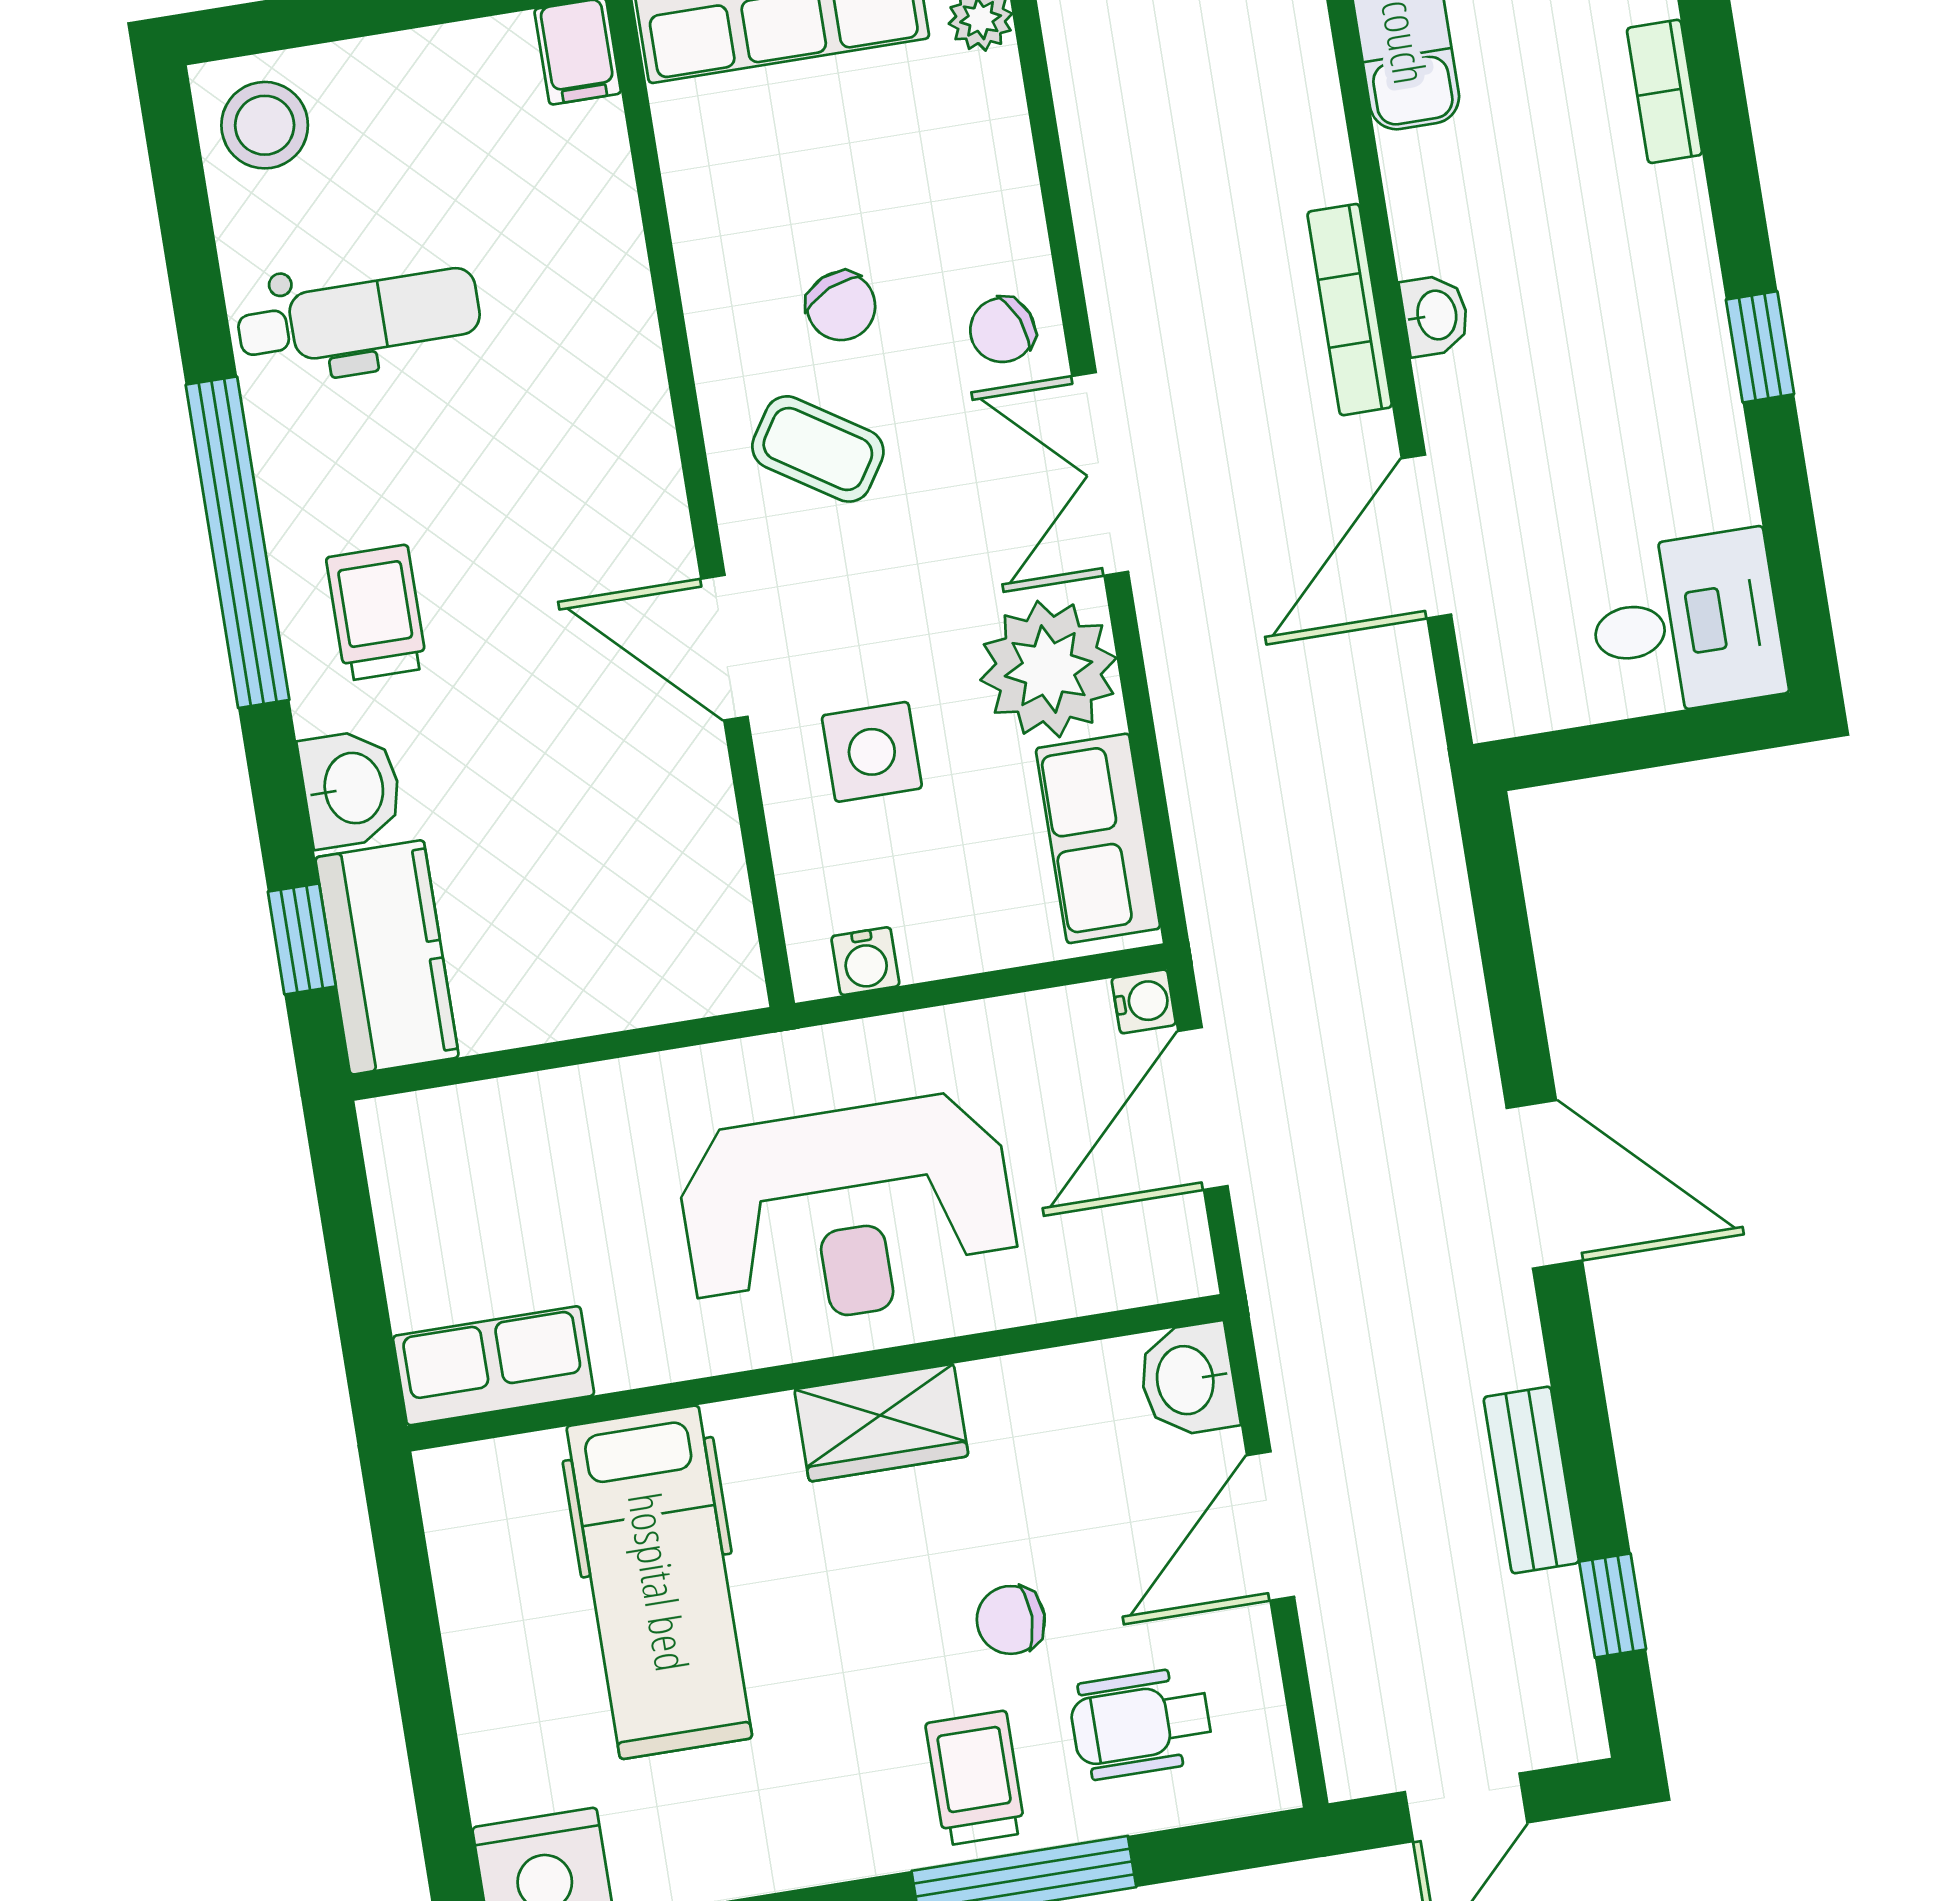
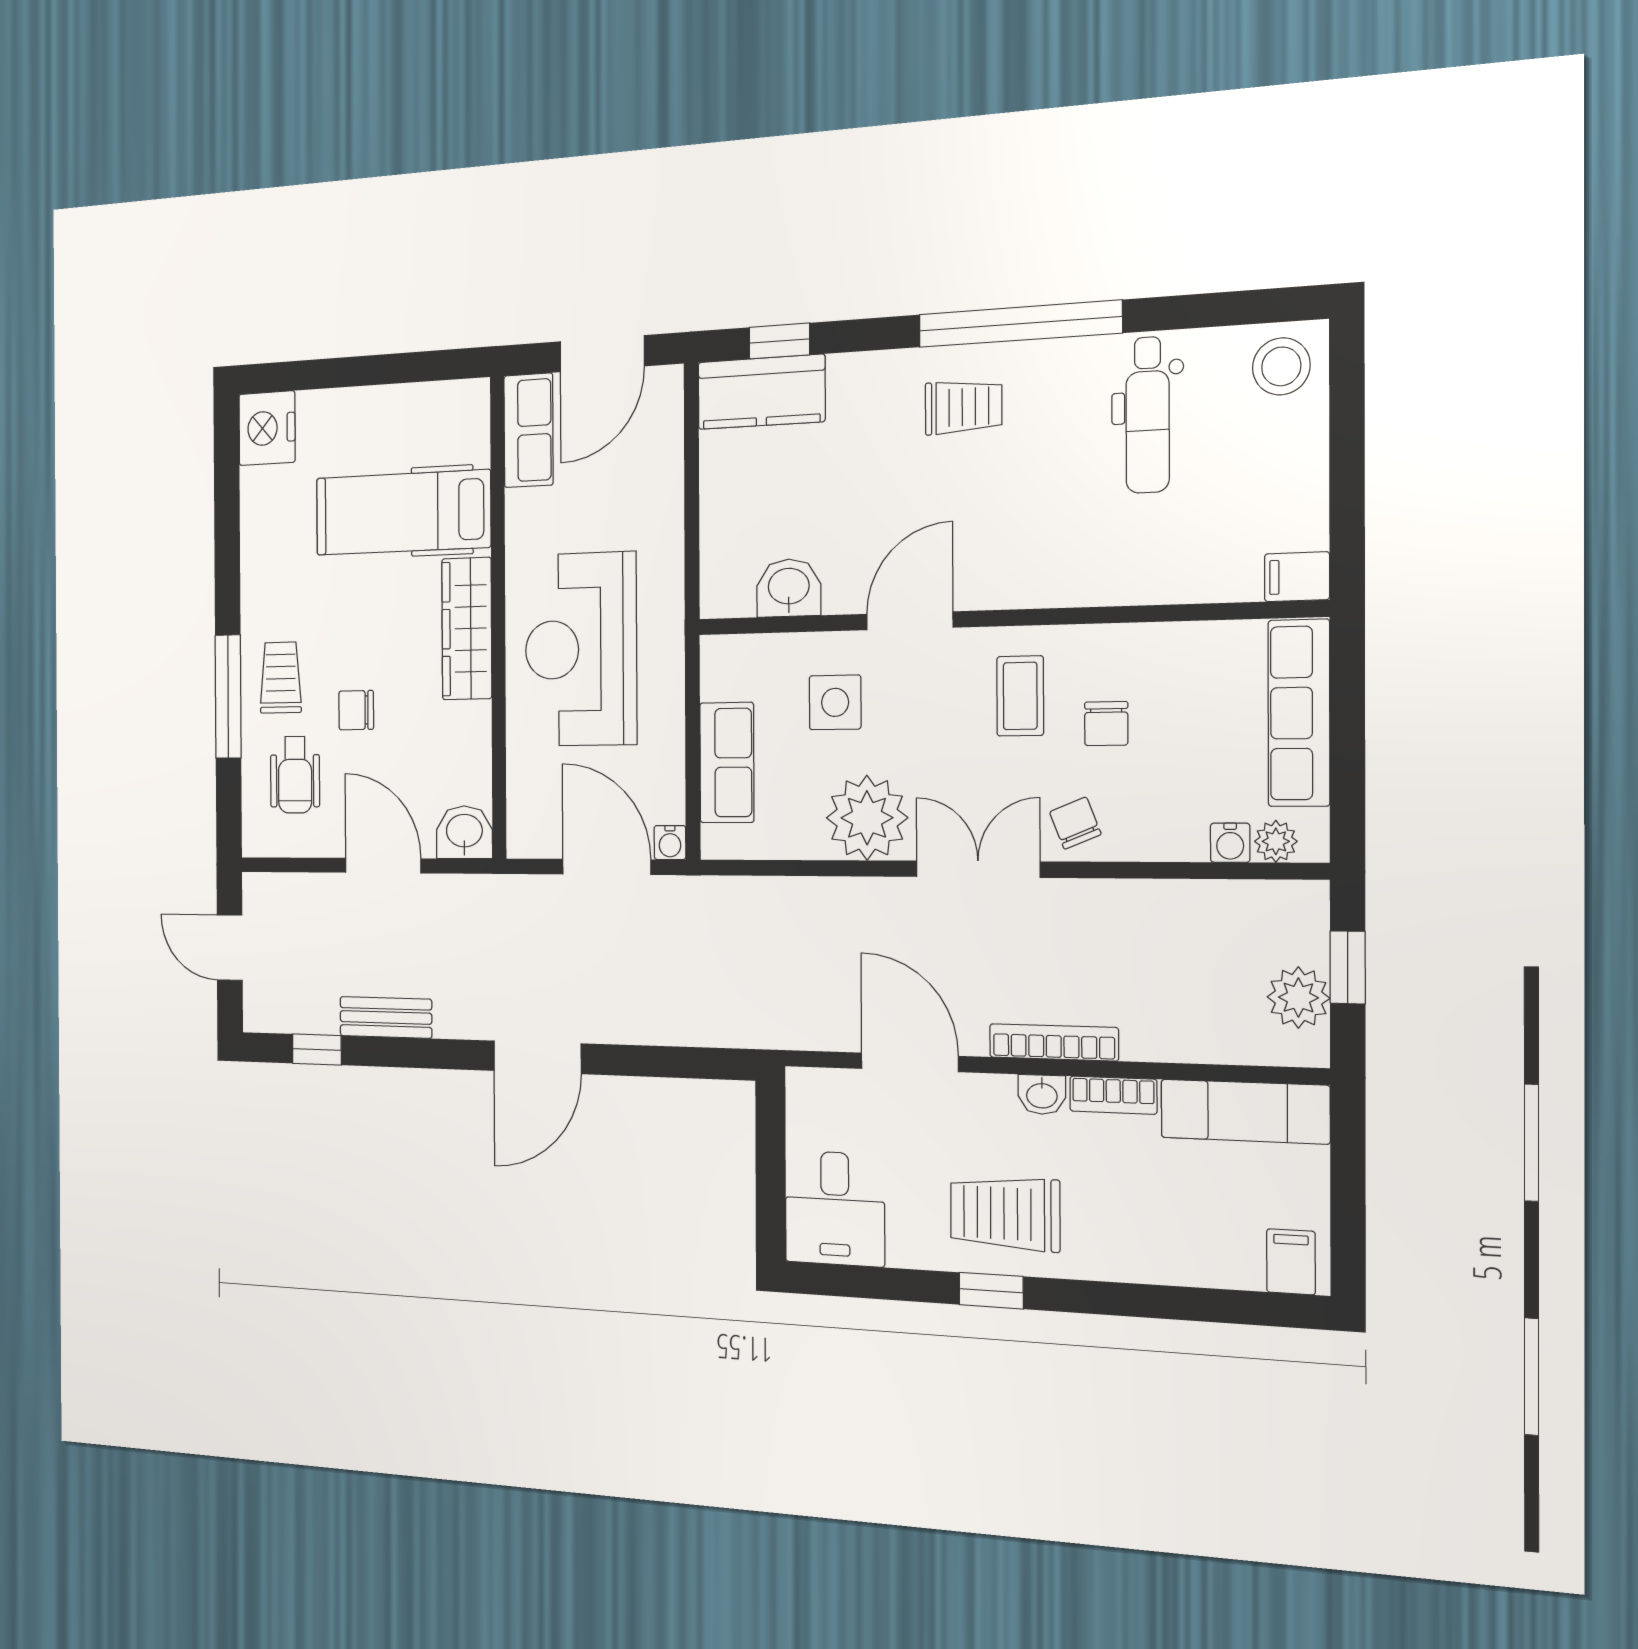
bookcase: (1664, 91) -> (1113, 1095), moved, turned 180
chair: (841, 306) -> (1106, 724), turned -66
trolley: (1633, 344) -> (1005, 1213), added
coffee table: (818, 449) -> (1020, 696), turned -33
washbasin: (351, 789) -> (789, 588), moved, turned 180
row of seats: (1098, 838) -> (727, 763), moved, turned 90
water cooler: (865, 961) -> (1230, 843), moved, turned -90
door: (352, 1250) -> (602, 354), added
wardrobe: (881, 1423) -> (467, 629), width x1.50
chair: (1011, 1620) -> (356, 710), turned -90
wheelchair: (1141, 1723) -> (295, 775), turned 180
trolley: (975, 1778) -> (281, 678), turned -90

